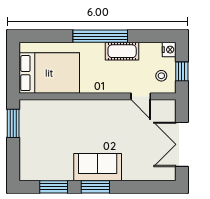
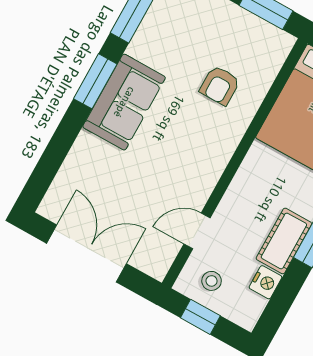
nightstand: (169, 50) -> (266, 282), moved, turned -90
armchair: (63, 125) -> (220, 85), added

